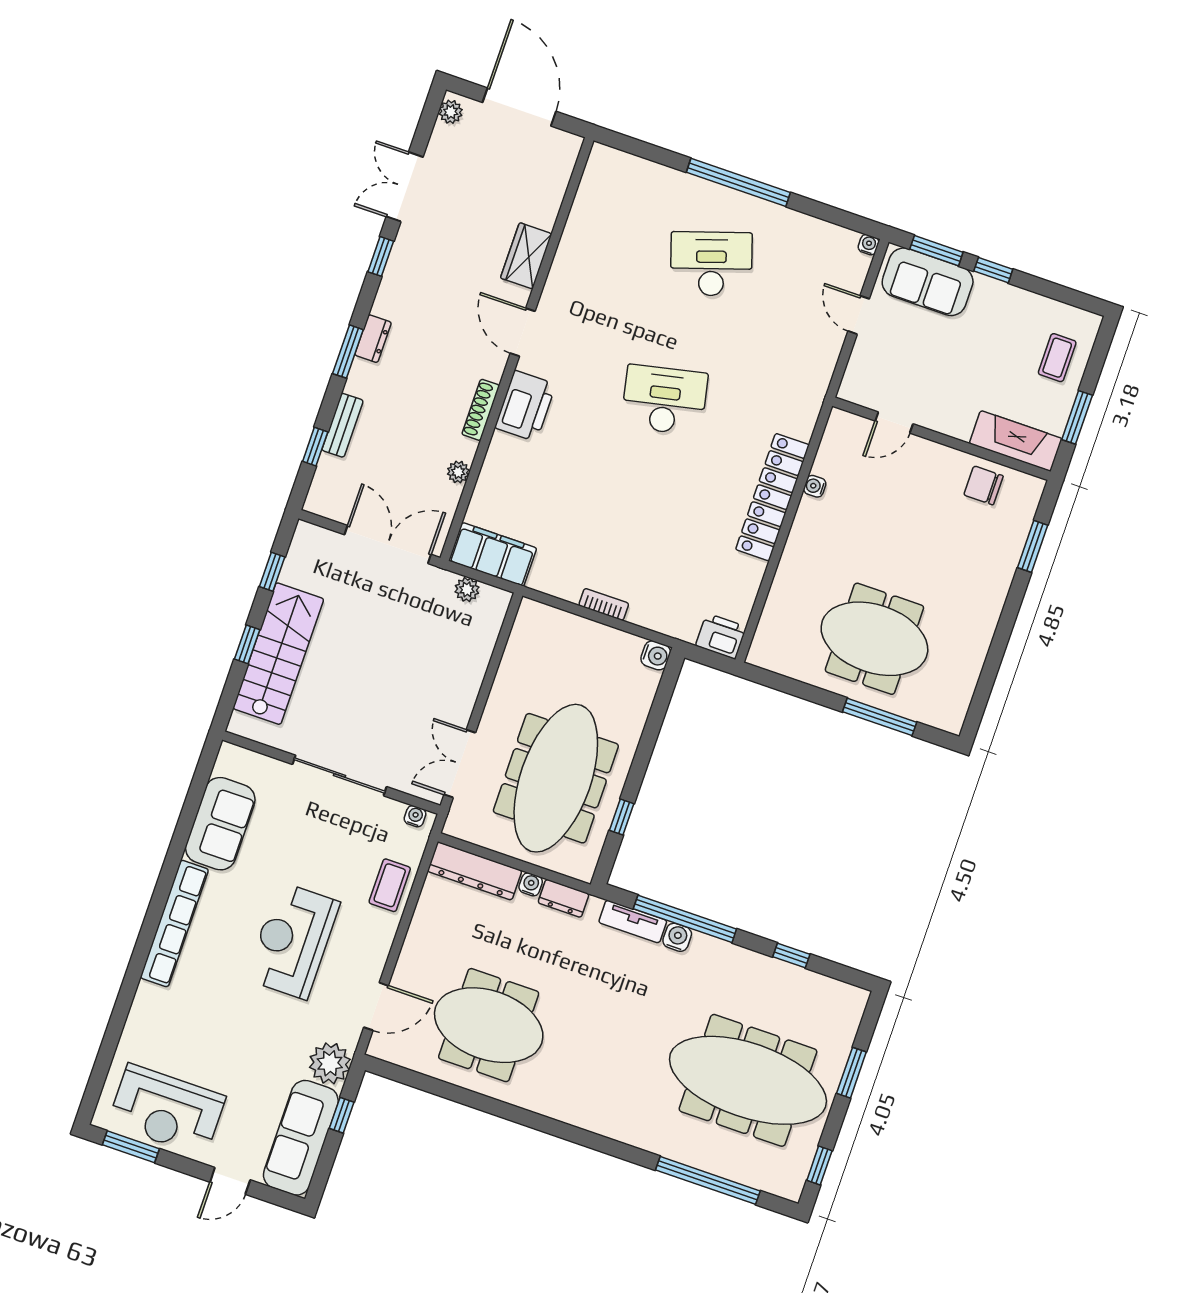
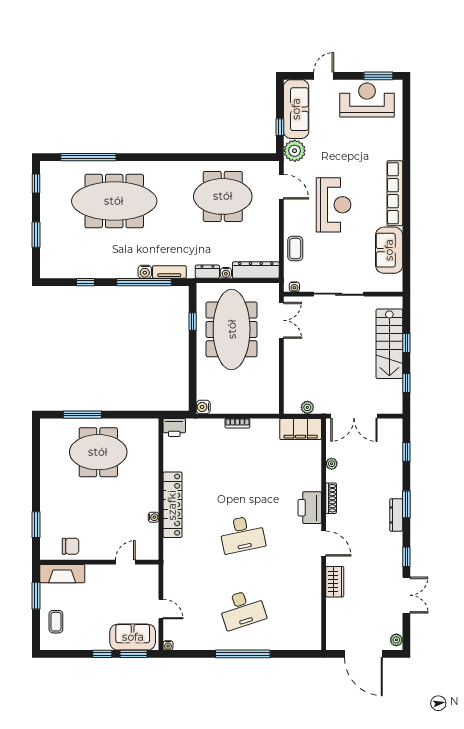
dresser: (373, 339) -> (396, 515), width x1.44
bench: (343, 425) -> (396, 467), removed
door: (376, 1006) -> (281, 187), swing flipped
meeting table: (748, 1080) -> (114, 201), moved

